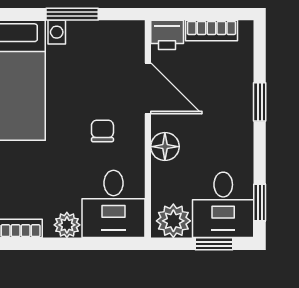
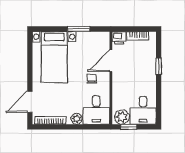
door: (148, 88) -> (111, 61), swing flipped
floor lamp: (165, 147) -> (118, 85), removed
window: (260, 202) -> (159, 109), removed
window: (214, 244) -> (129, 127), moved

